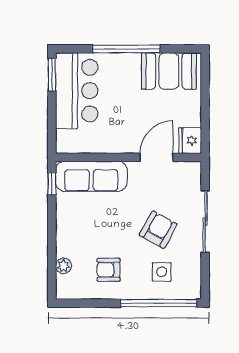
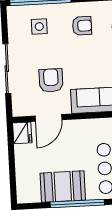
booth: (169, 71) -> (63, 187), moved
armchair: (158, 230) -> (51, 80), moved, turned 151

